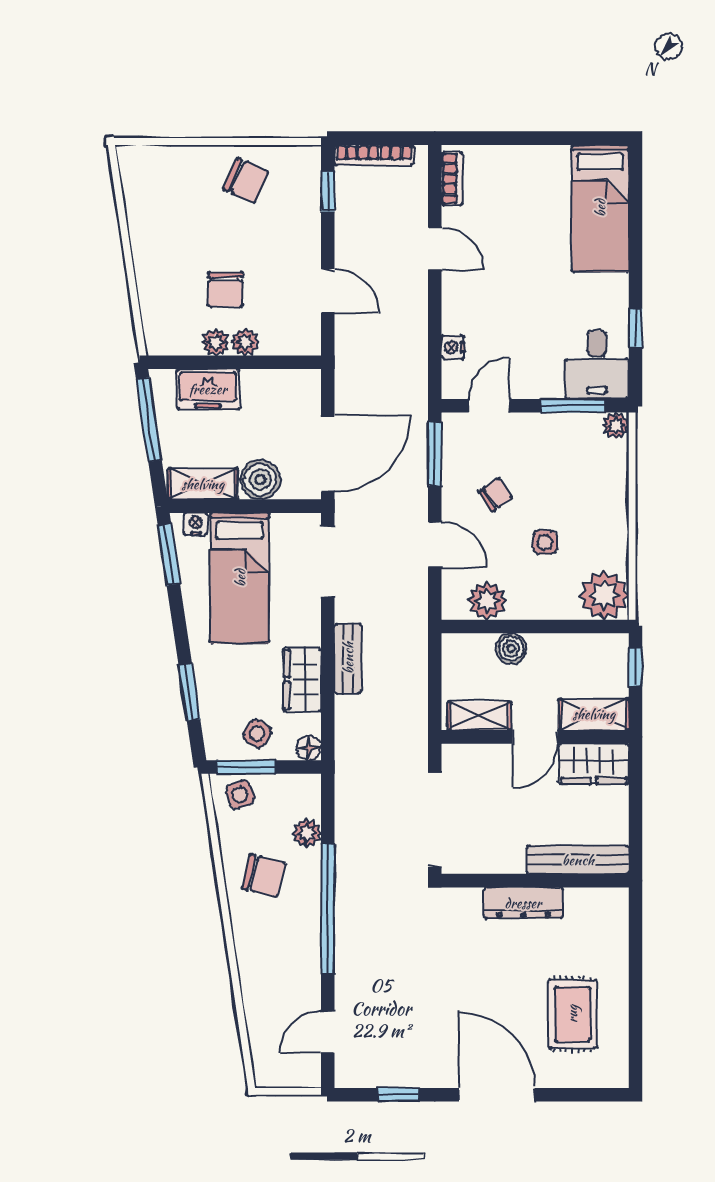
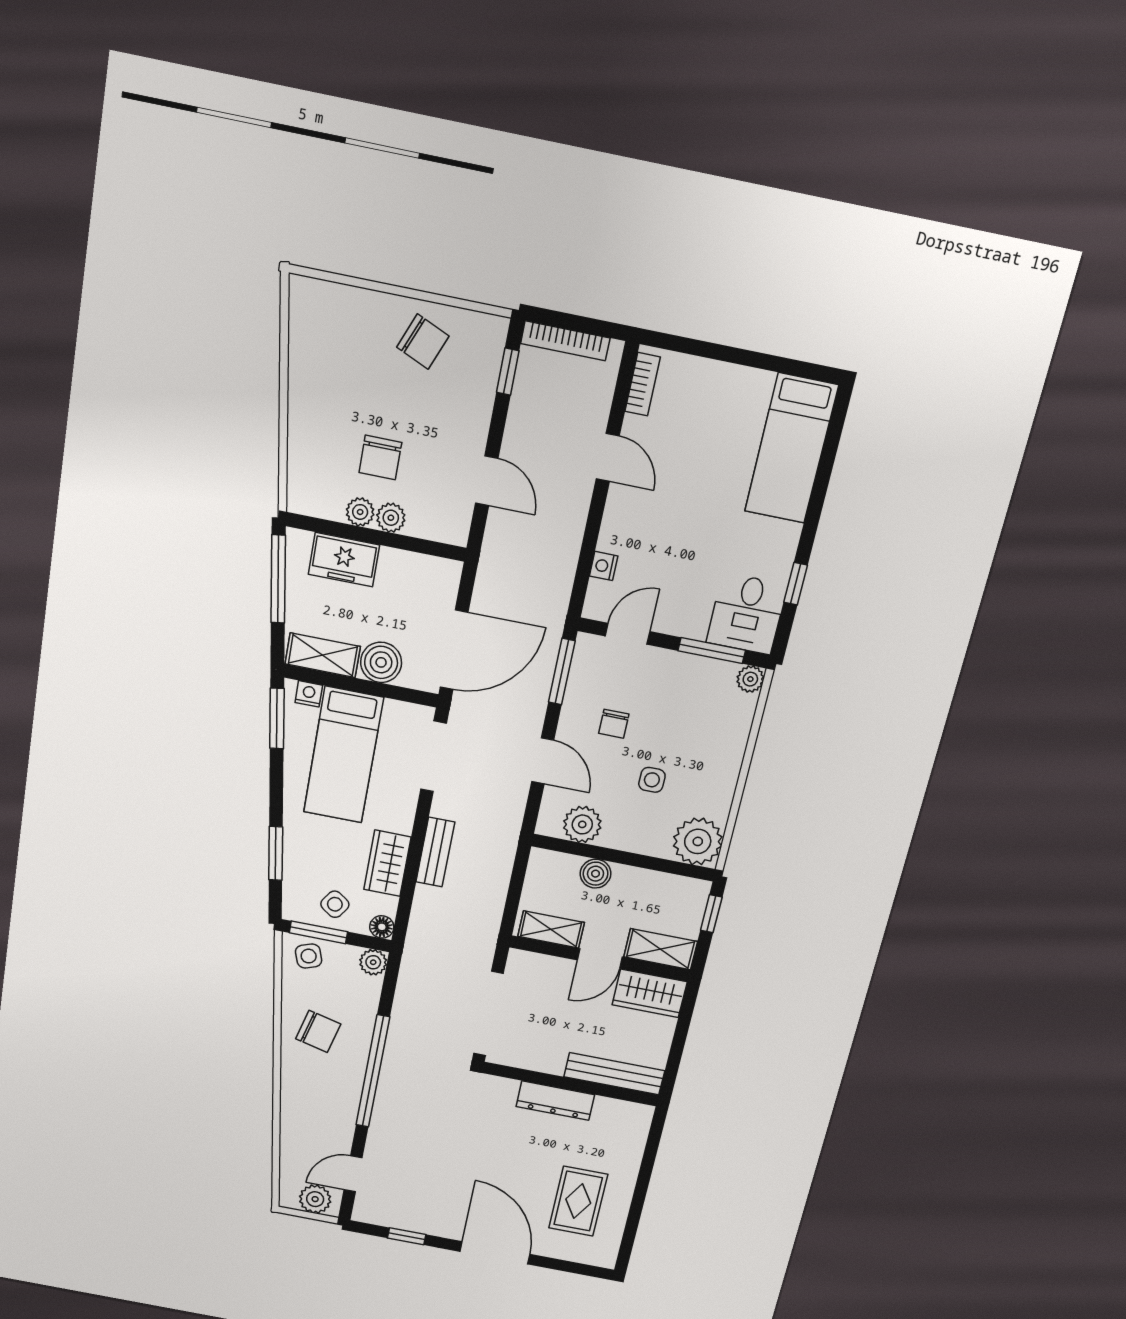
chair: (496, 494) -> (614, 724), turned 126
plant: (307, 833) -> (373, 962), moved
plant: (293, 1071) -> (315, 1199), added

